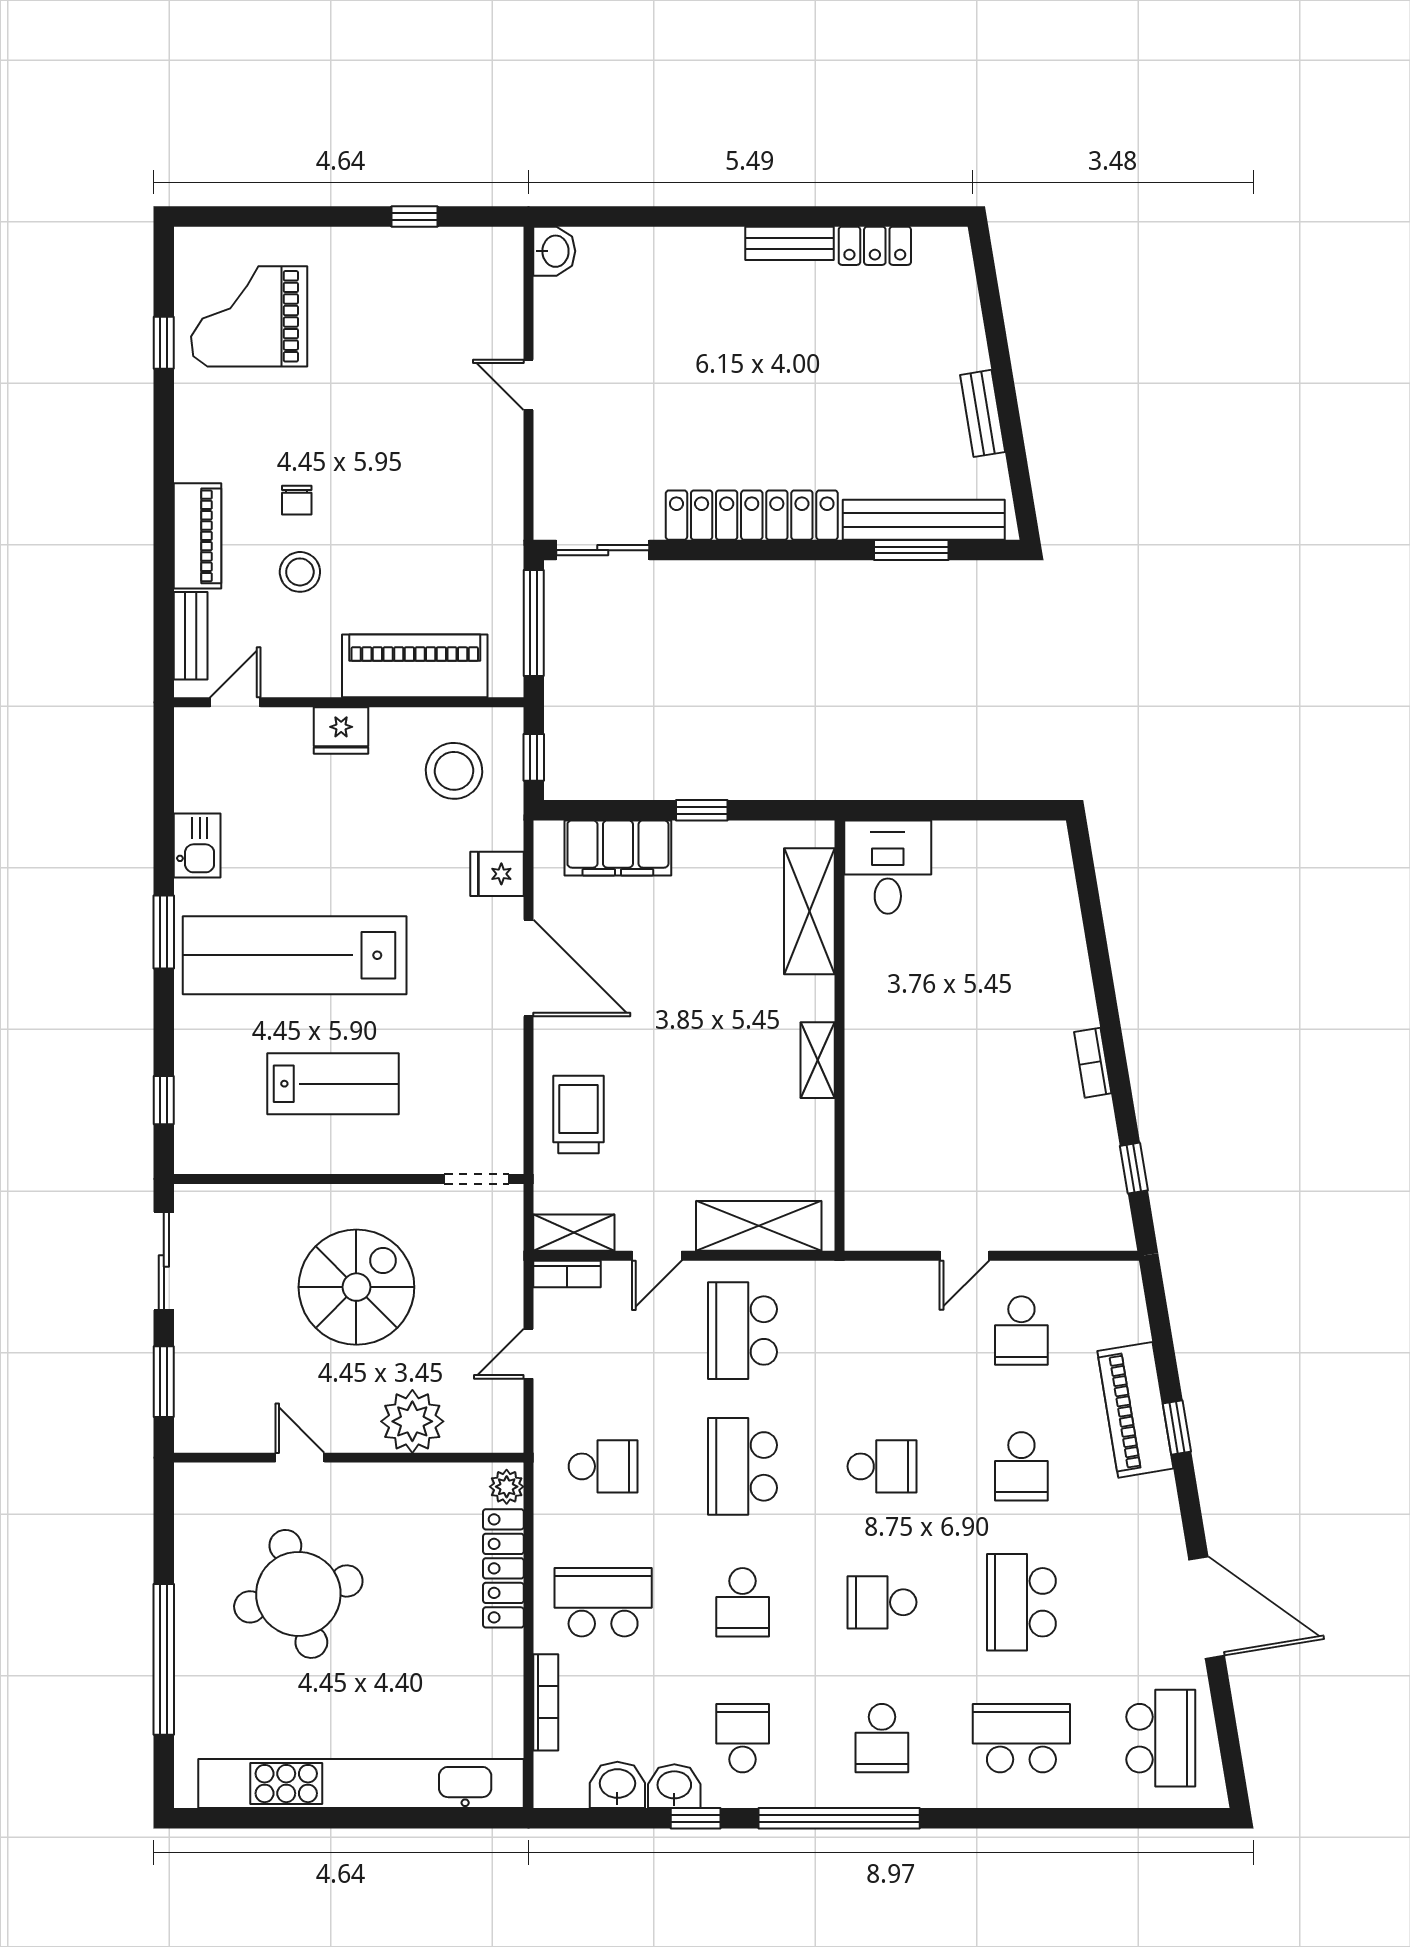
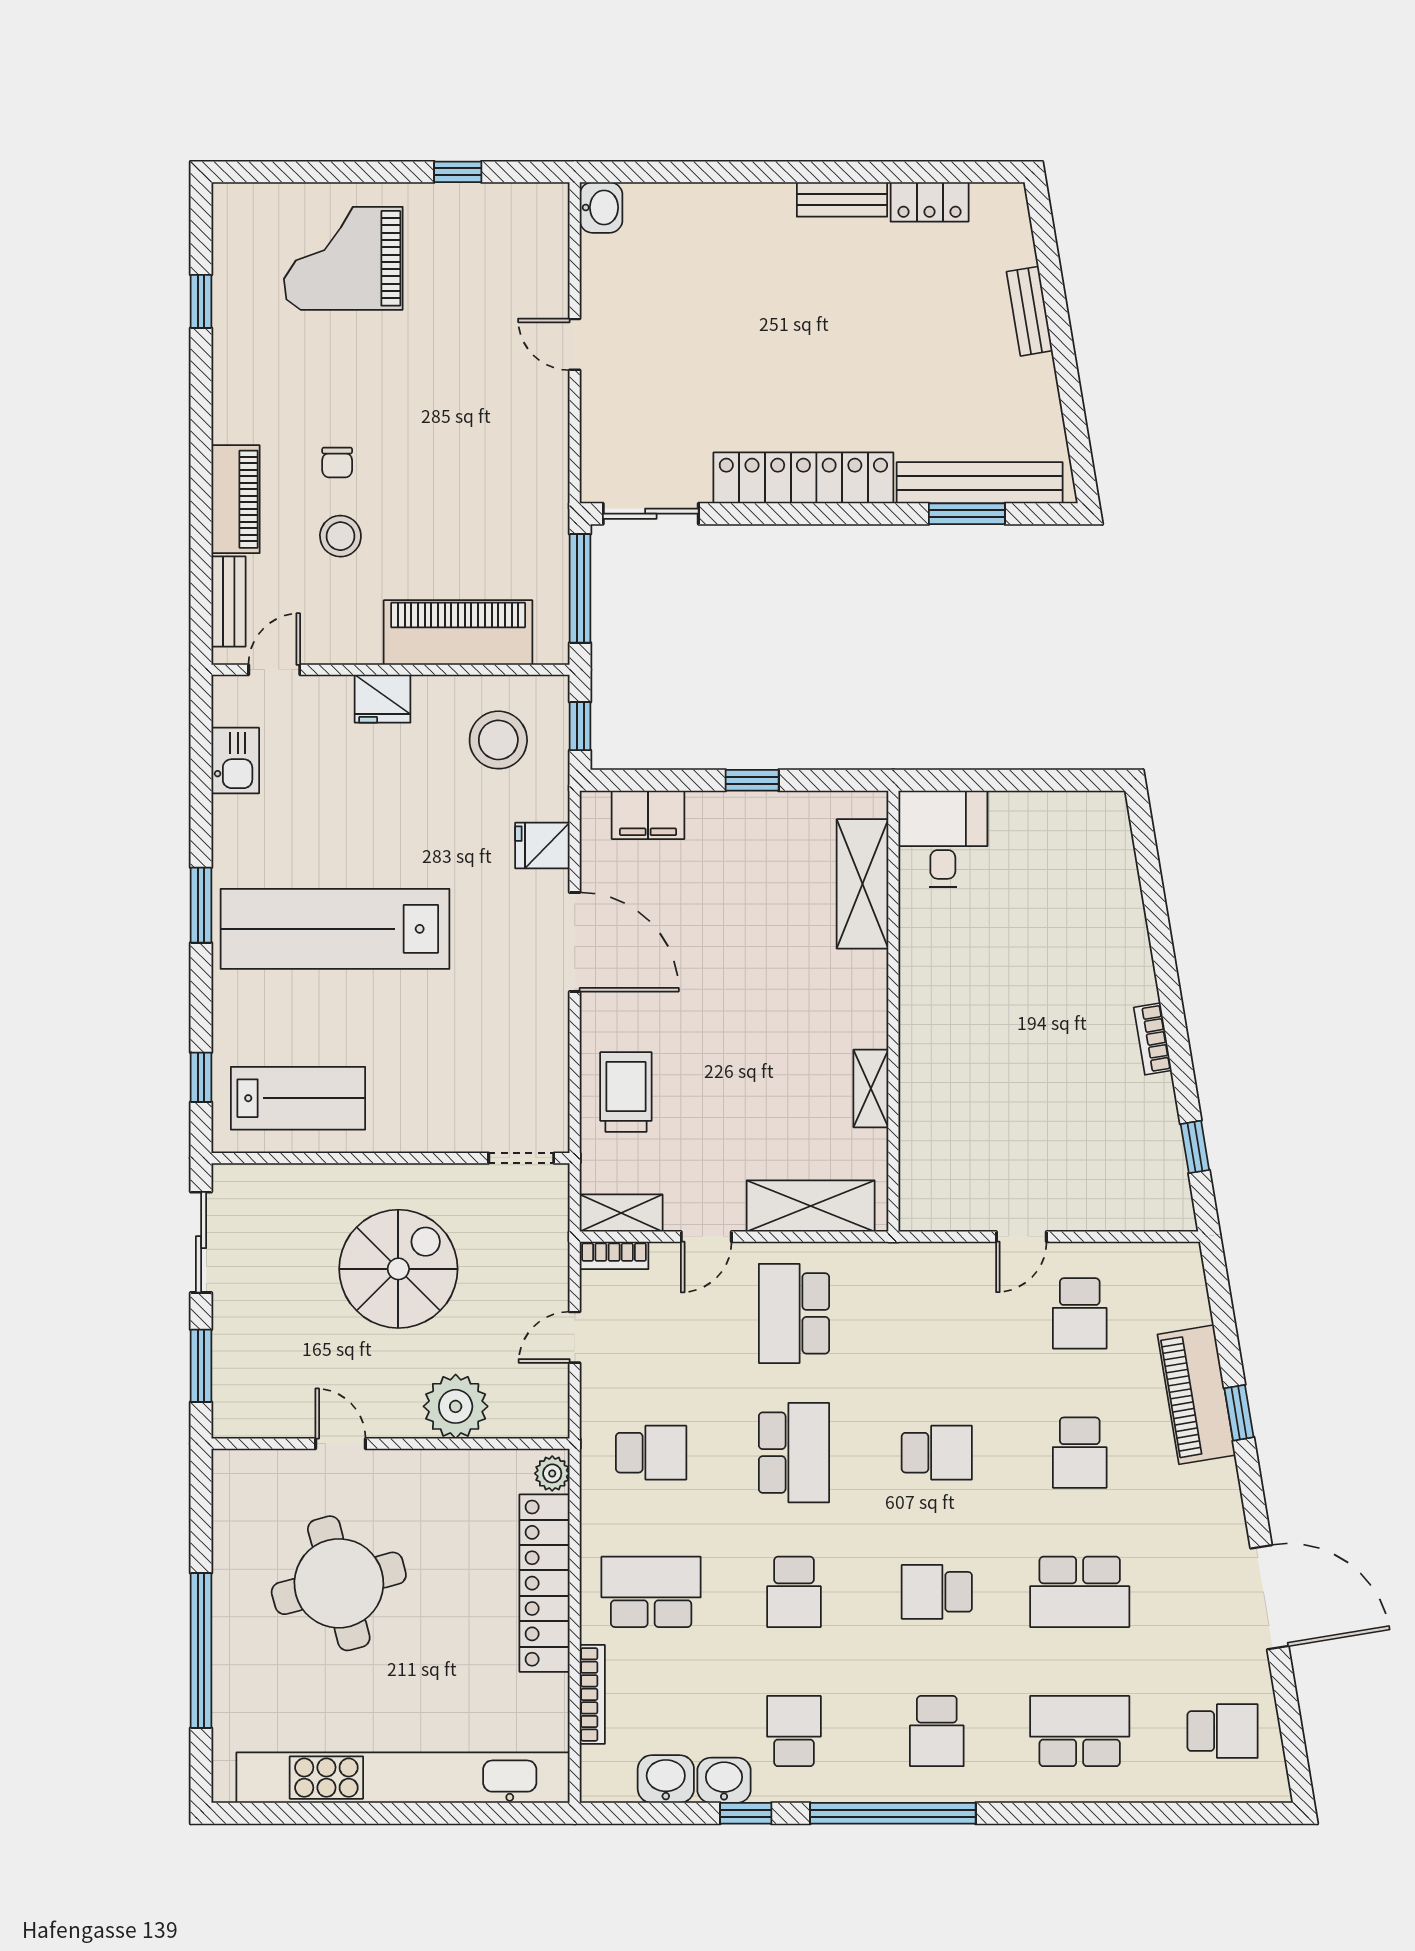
grand piano: (249, 316) -> (343, 258), moved
bench: (983, 413) -> (1030, 311), moved
kitchen sink: (197, 846) -> (235, 761), moved
filing cabinet: (618, 848) -> (648, 815), width x0.67, depth x0.86
shelving: (818, 1060) -> (871, 1089), moved
lab bench: (333, 1084) -> (298, 1098), moved
school desk: (743, 1466) -> (794, 1453), turned 180
locker: (503, 1568) -> (545, 1583), width x1.41, depth x1.21
school desk: (1021, 1602) -> (1080, 1592), turned -90
school desk: (1161, 1738) -> (1223, 1731), width x0.54

